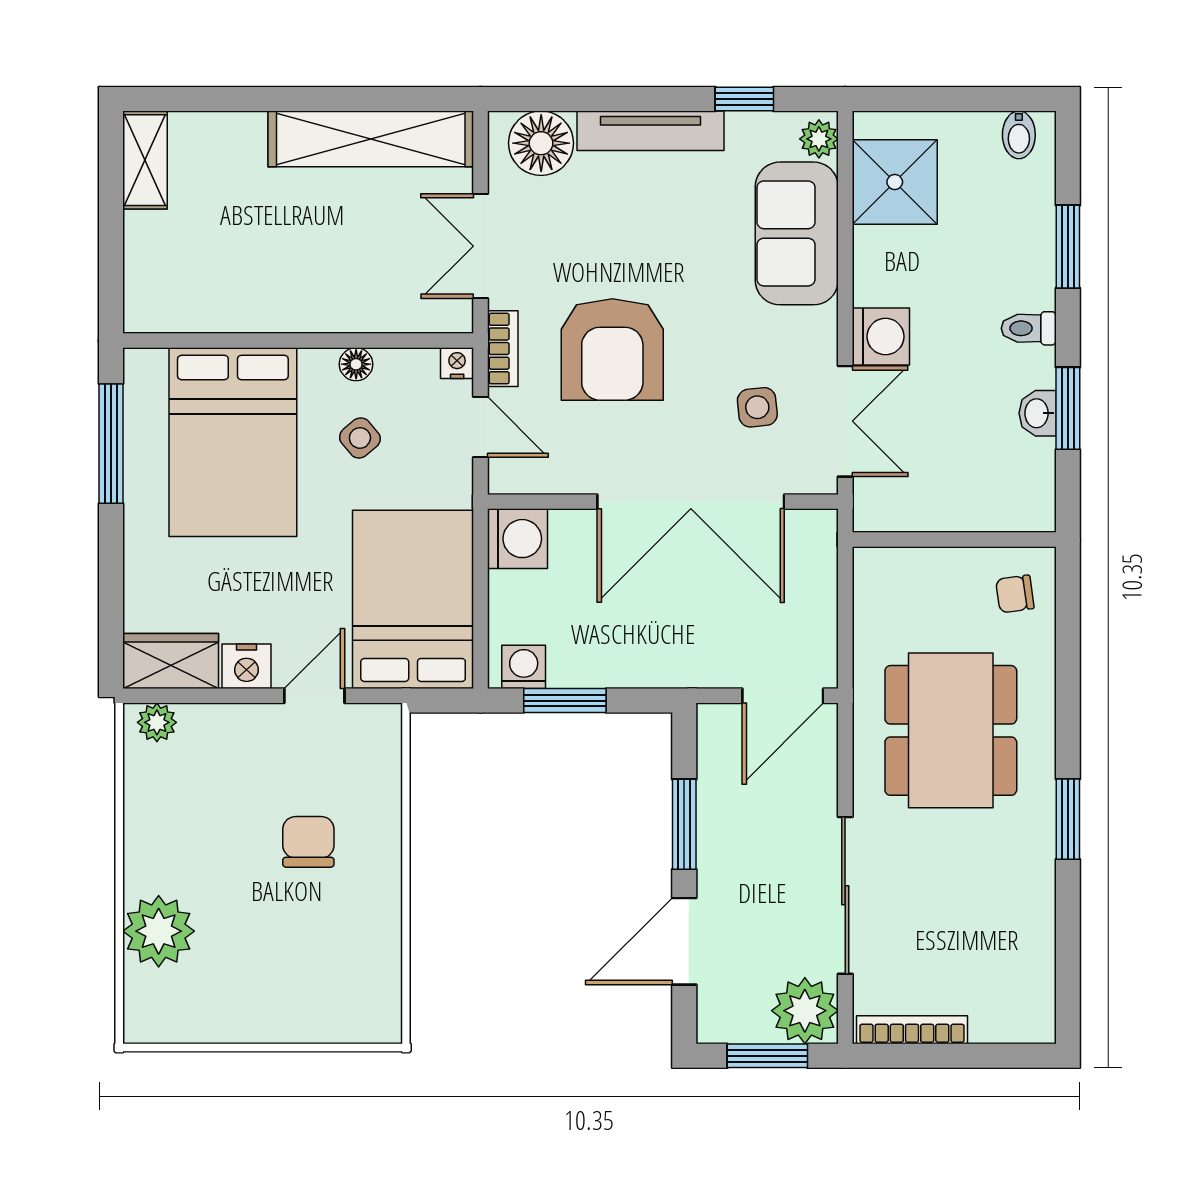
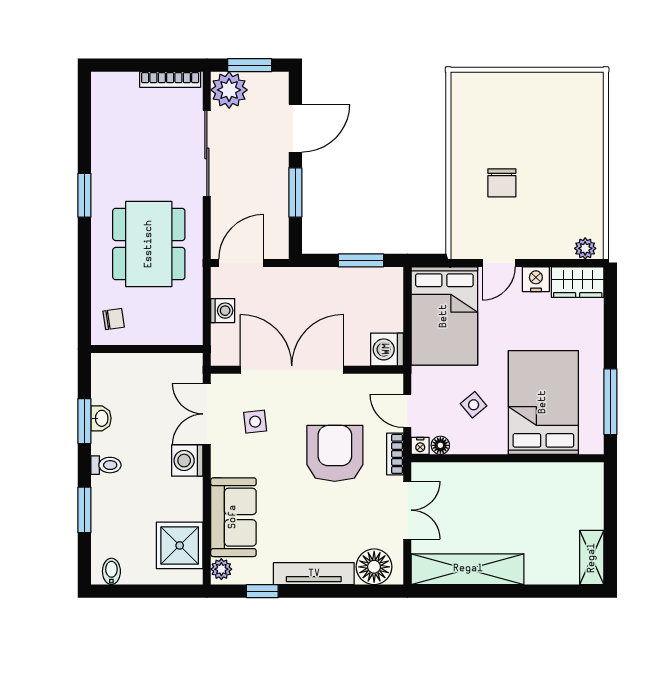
floor lamp: (356, 364) -> (440, 445), moved
washing machine: (524, 667) -> (223, 311), moved, turned -90
plant: (159, 931) -> (584, 134), removed

